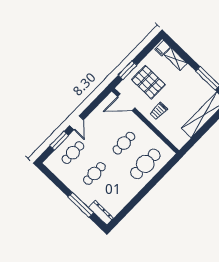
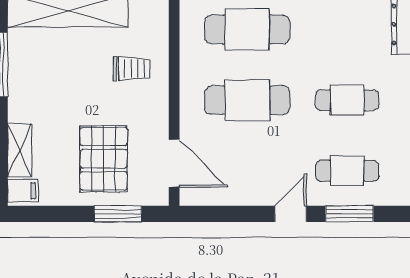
trolley: (159, 111) -> (132, 69), moved
cafe table: (124, 143) -> (247, 100), width x1.37, depth x1.35

